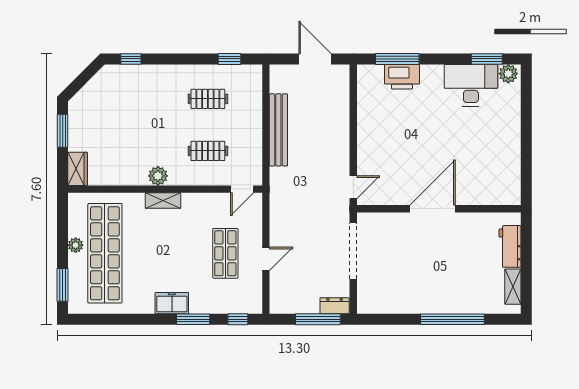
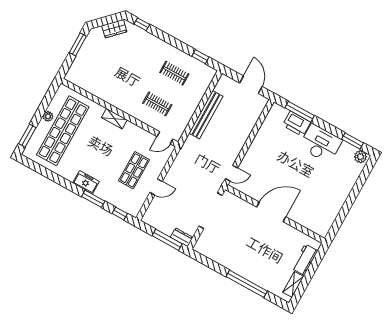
desk: (471, 85) -> (321, 144), moved
wardrobe: (78, 169) -> (114, 29), moved, turned 45
plant: (158, 176) -> (120, 102), removed

